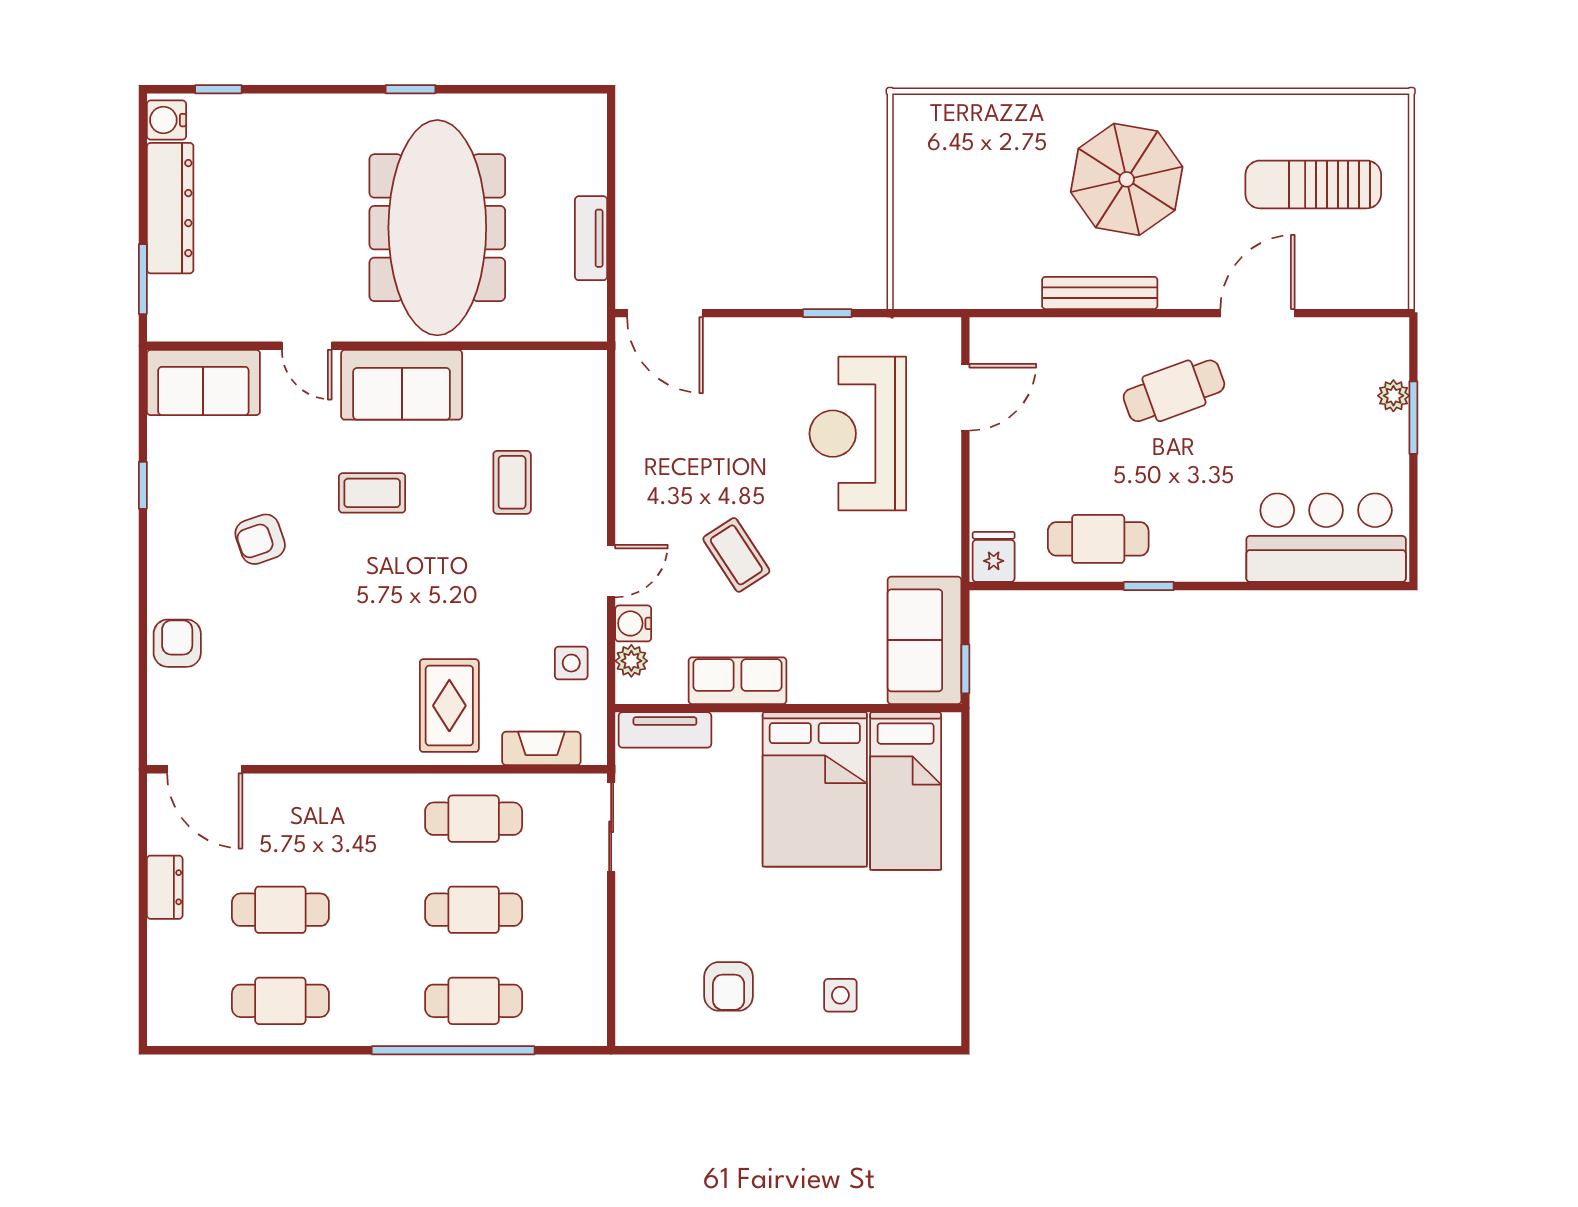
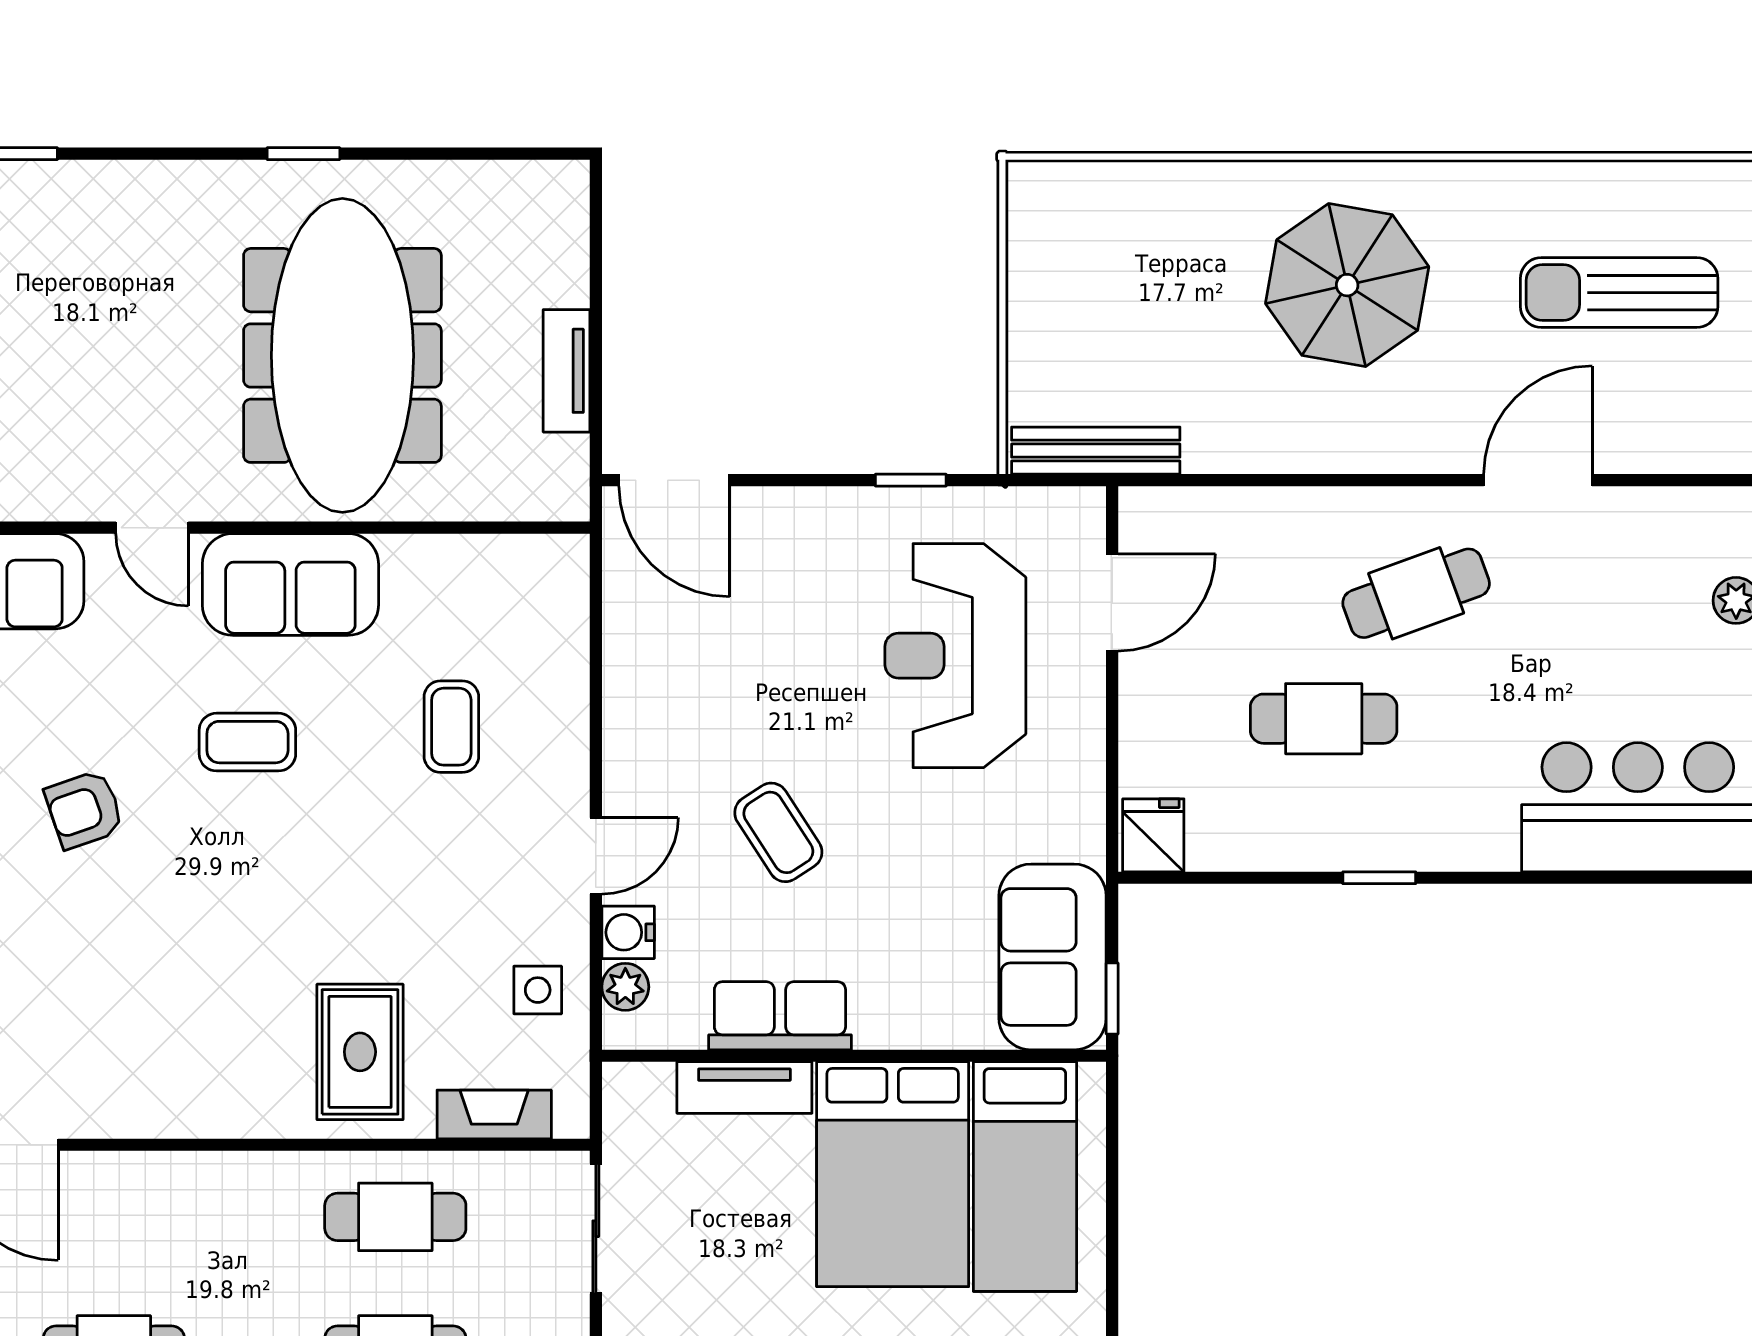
bench: (1100, 293) -> (1096, 451), moved
cafe table: (1098, 539) -> (1324, 719), moved
tv unit: (665, 730) -> (744, 1087), moved

